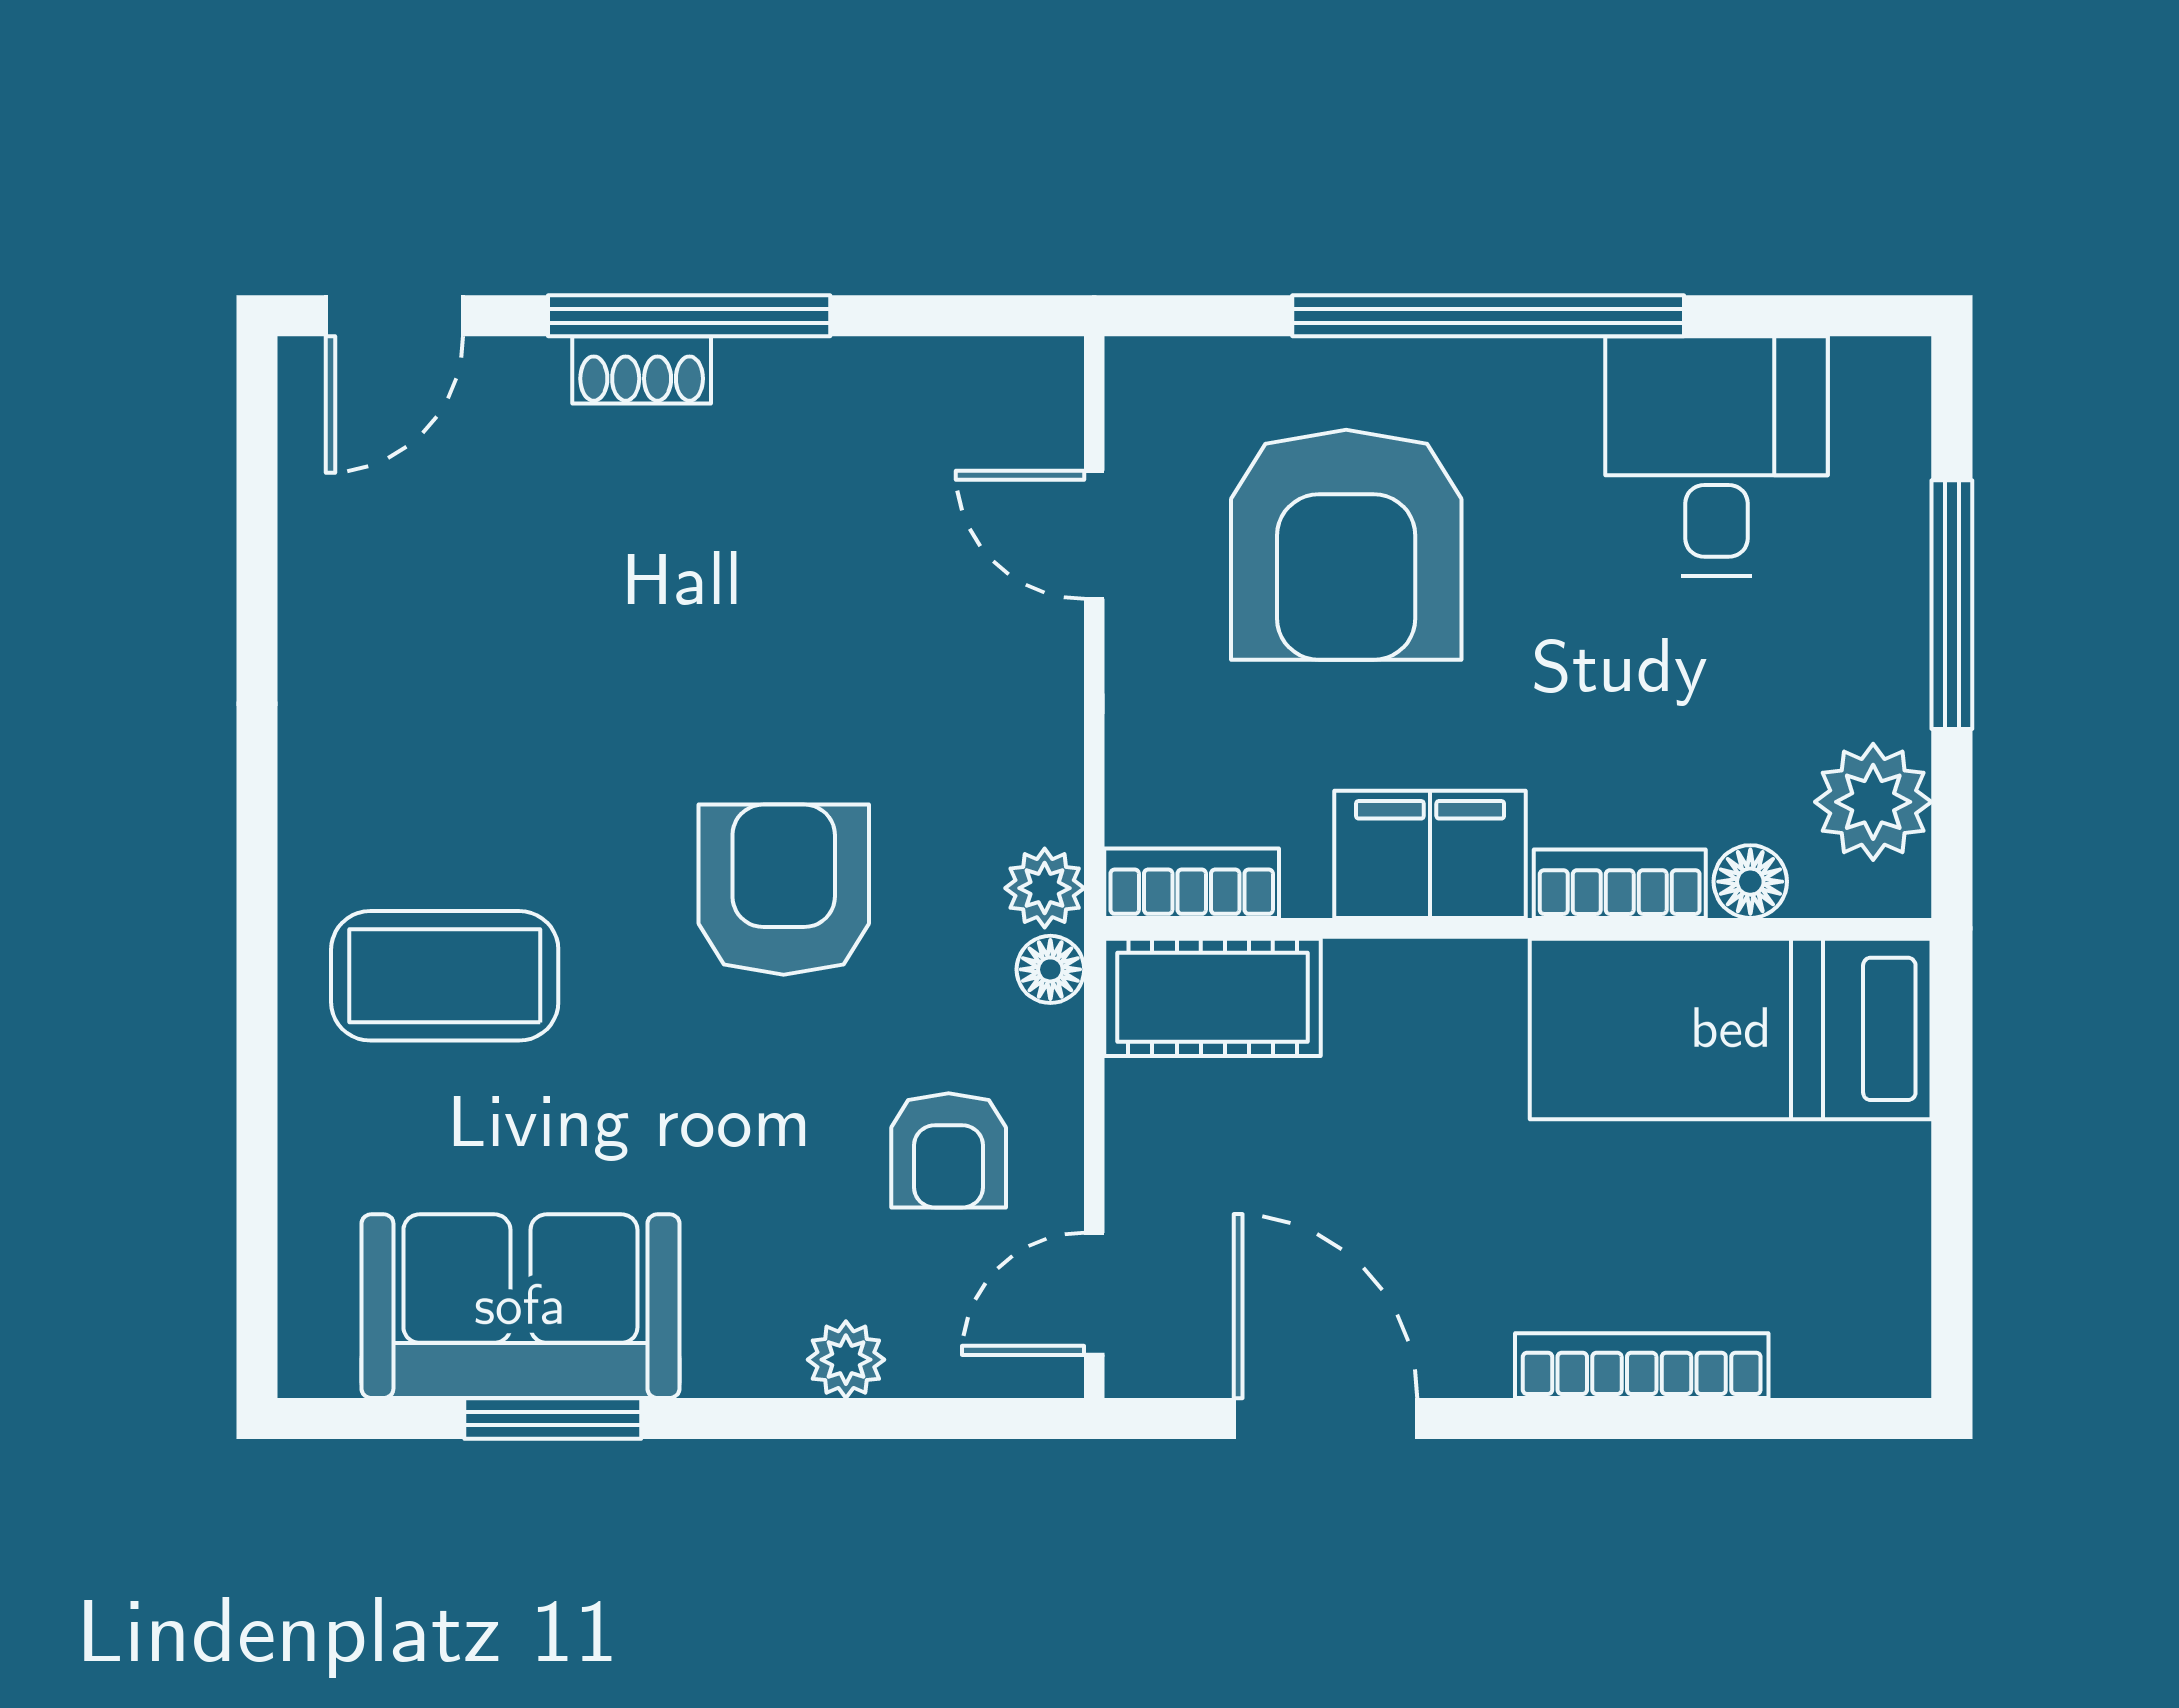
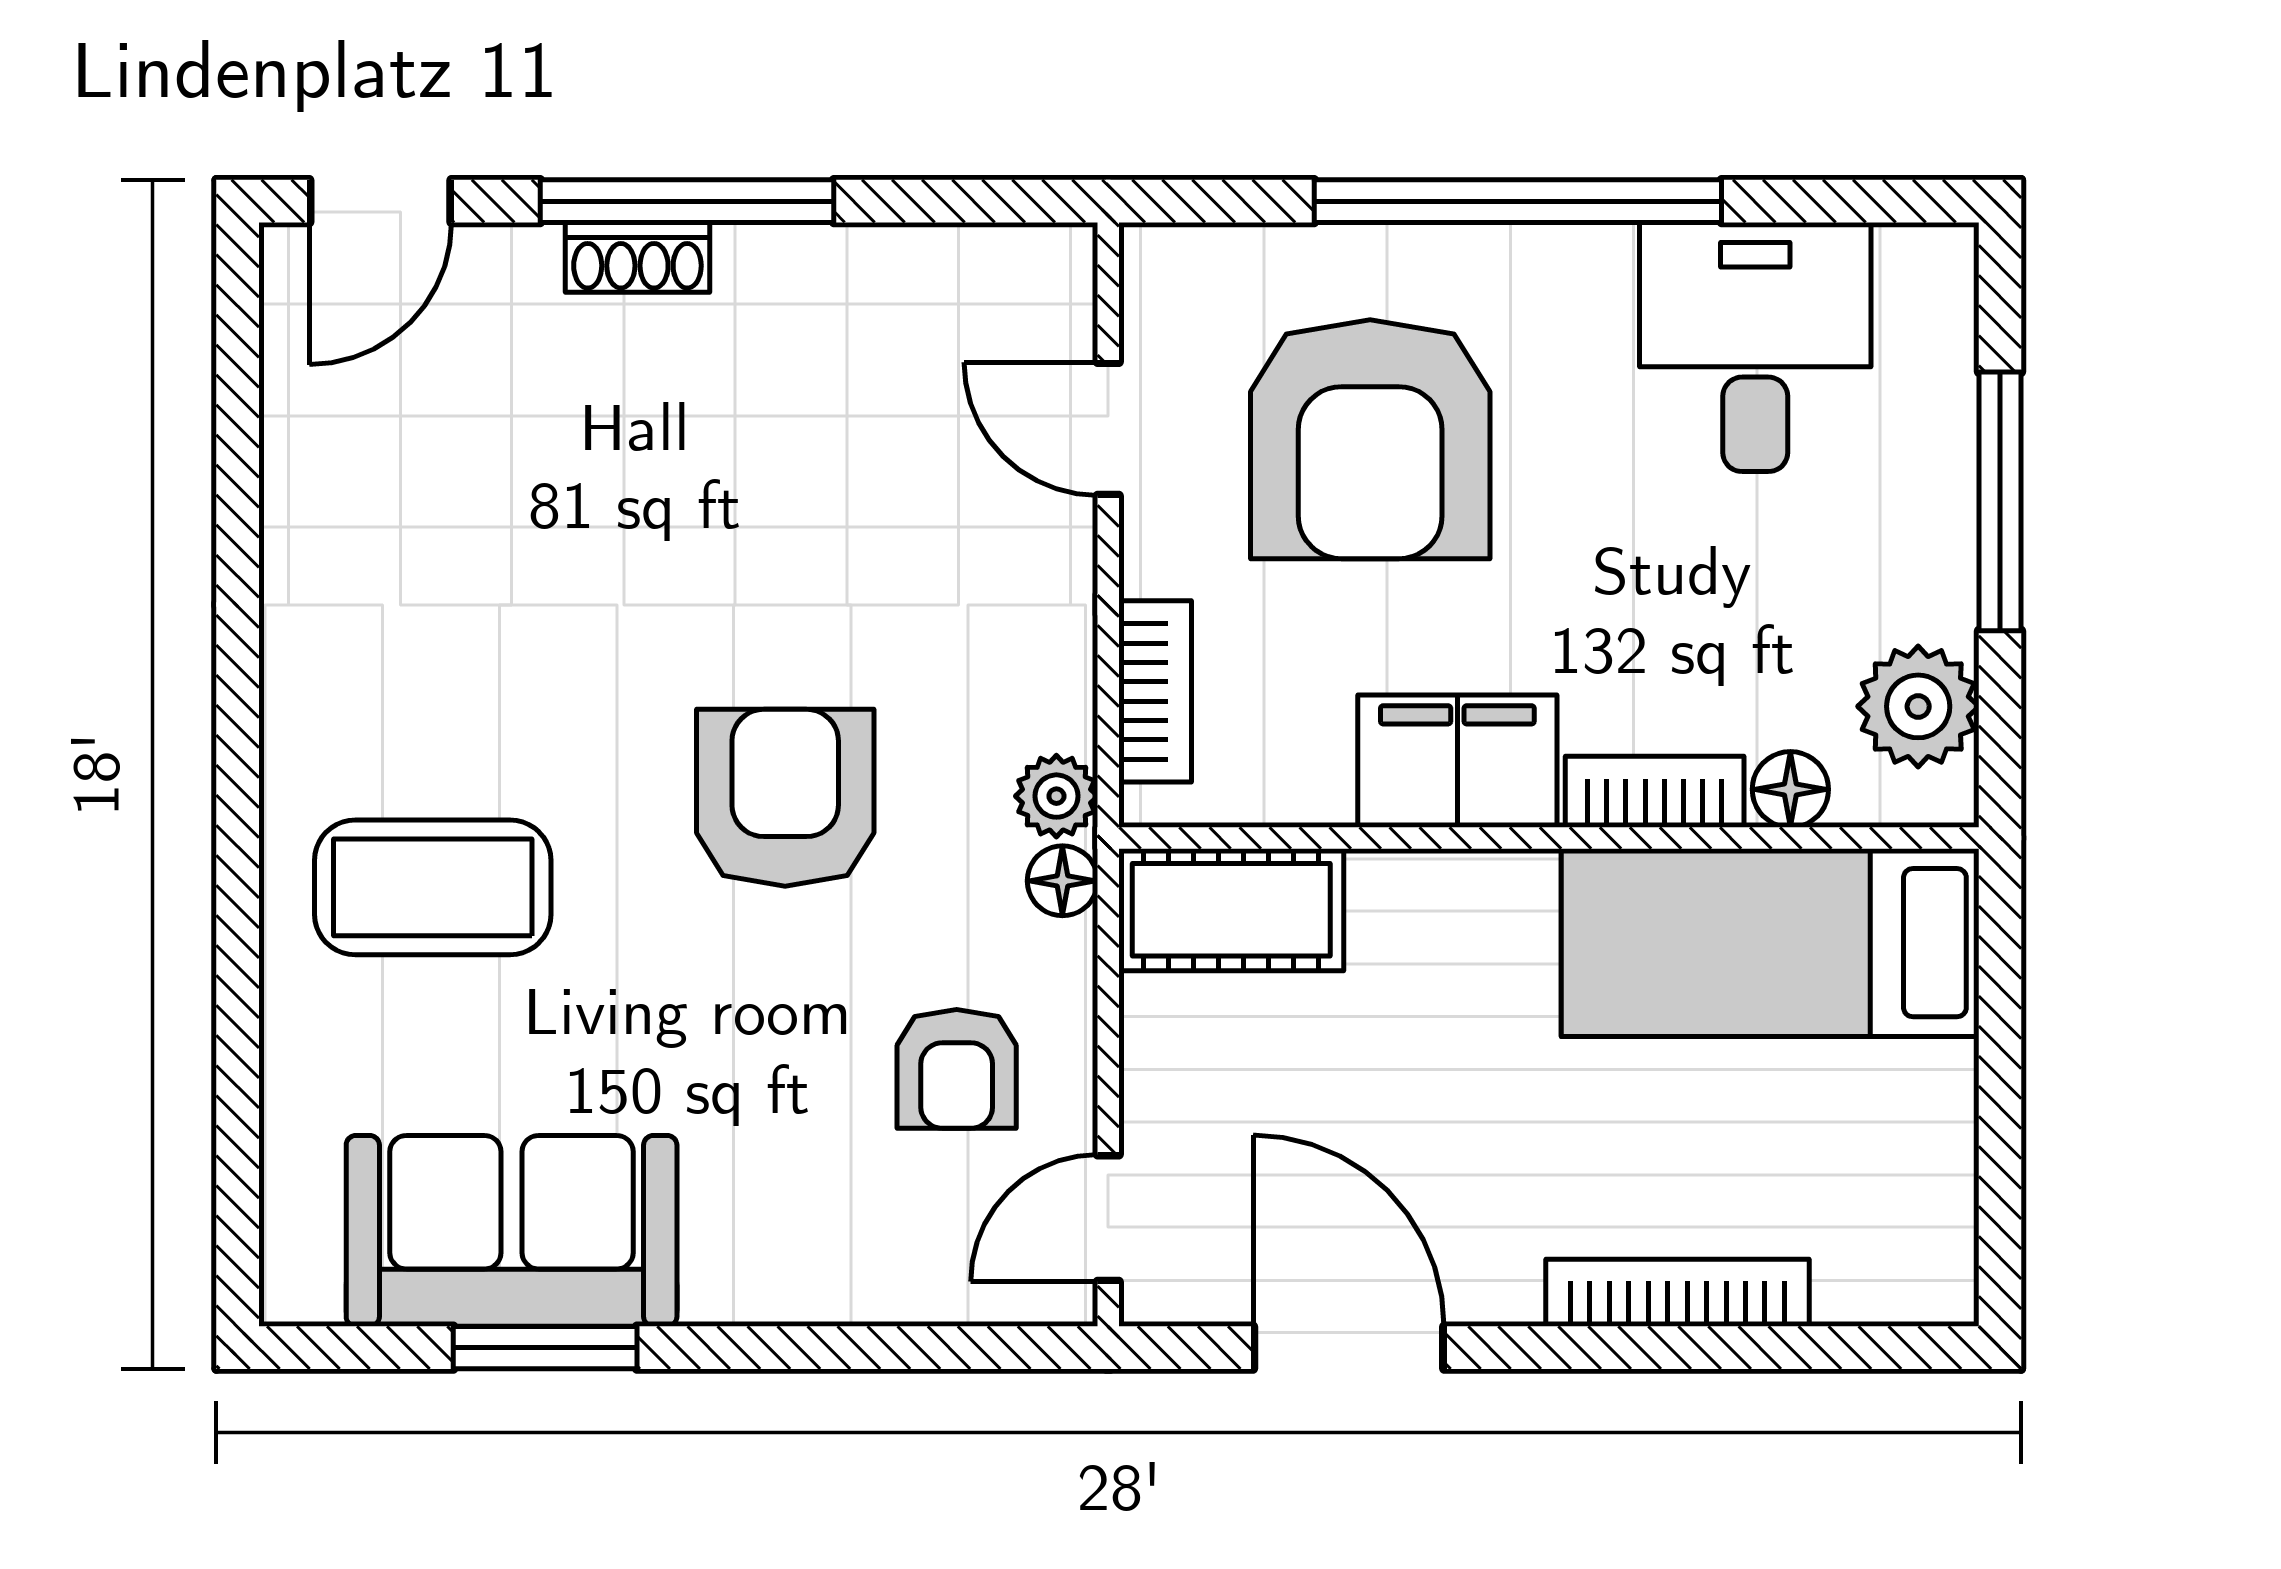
bookcase: (1192, 883) -> (1155, 691), moved, turned 90
plant: (846, 1360) -> (850, 1286), removed

